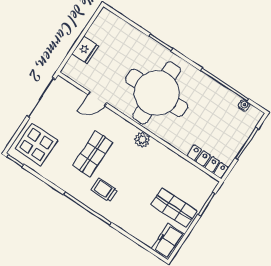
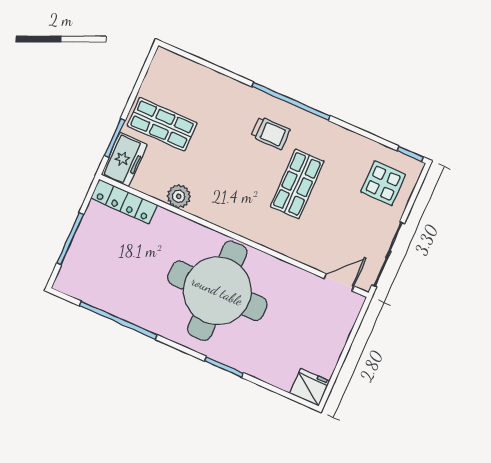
fridge: (85, 50) -> (310, 387), moved, turned 90
door: (97, 99) -> (339, 282), moved
water cooler: (244, 105) -> (84, 294), removed
plant: (142, 140) -> (179, 196), moved
display table: (36, 145) -> (383, 183), width x0.73, depth x0.73
freezer: (168, 241) -> (124, 160), moved

